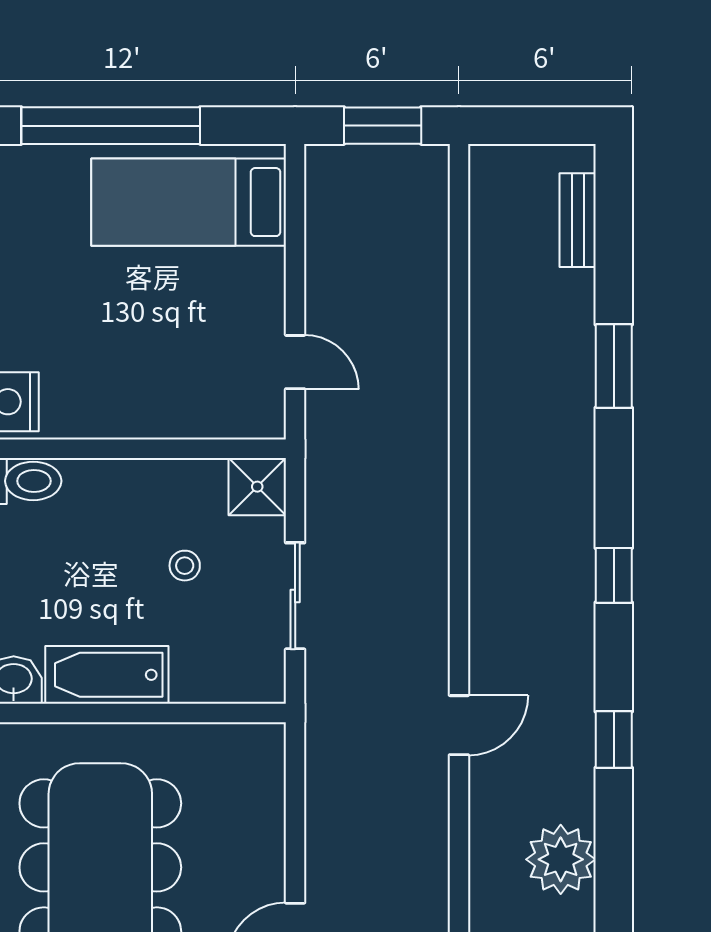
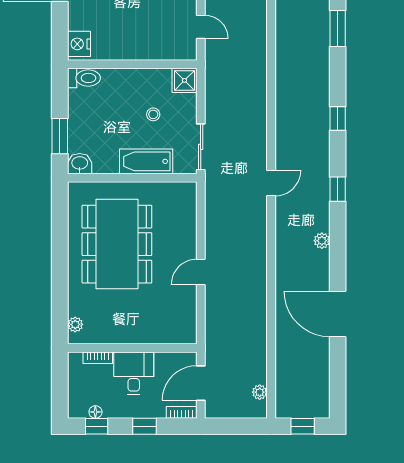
sliding door: (295, 596) -> (201, 147), moved
bathtub: (107, 675) -> (146, 161), moved
plant: (561, 859) -> (322, 241), width x0.53, depth x0.53

